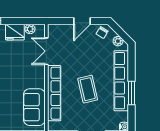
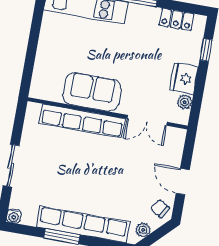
double door: (46, 51) -> (147, 120), swing flipped
coffee table: (88, 89) -> (79, 172), removed
sofa: (34, 107) -> (92, 92), moved

